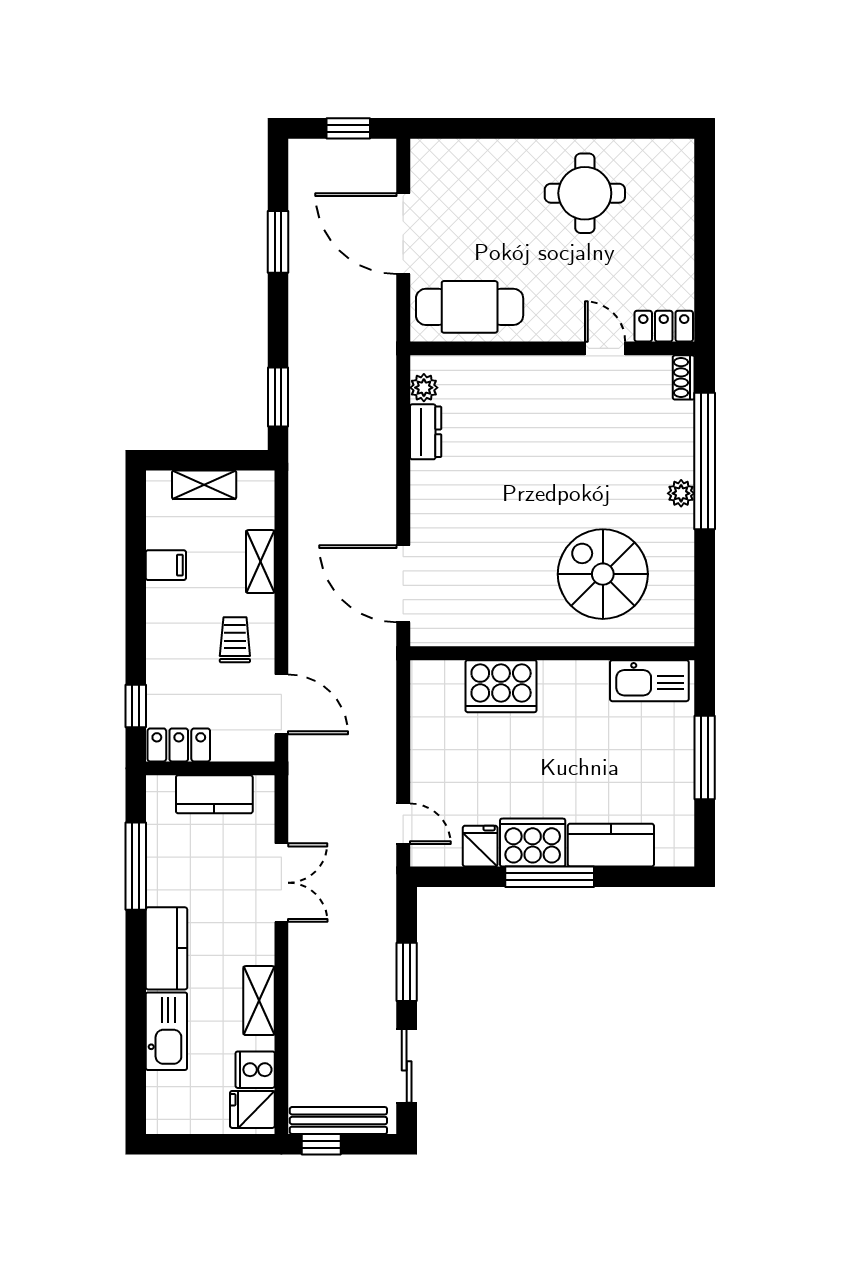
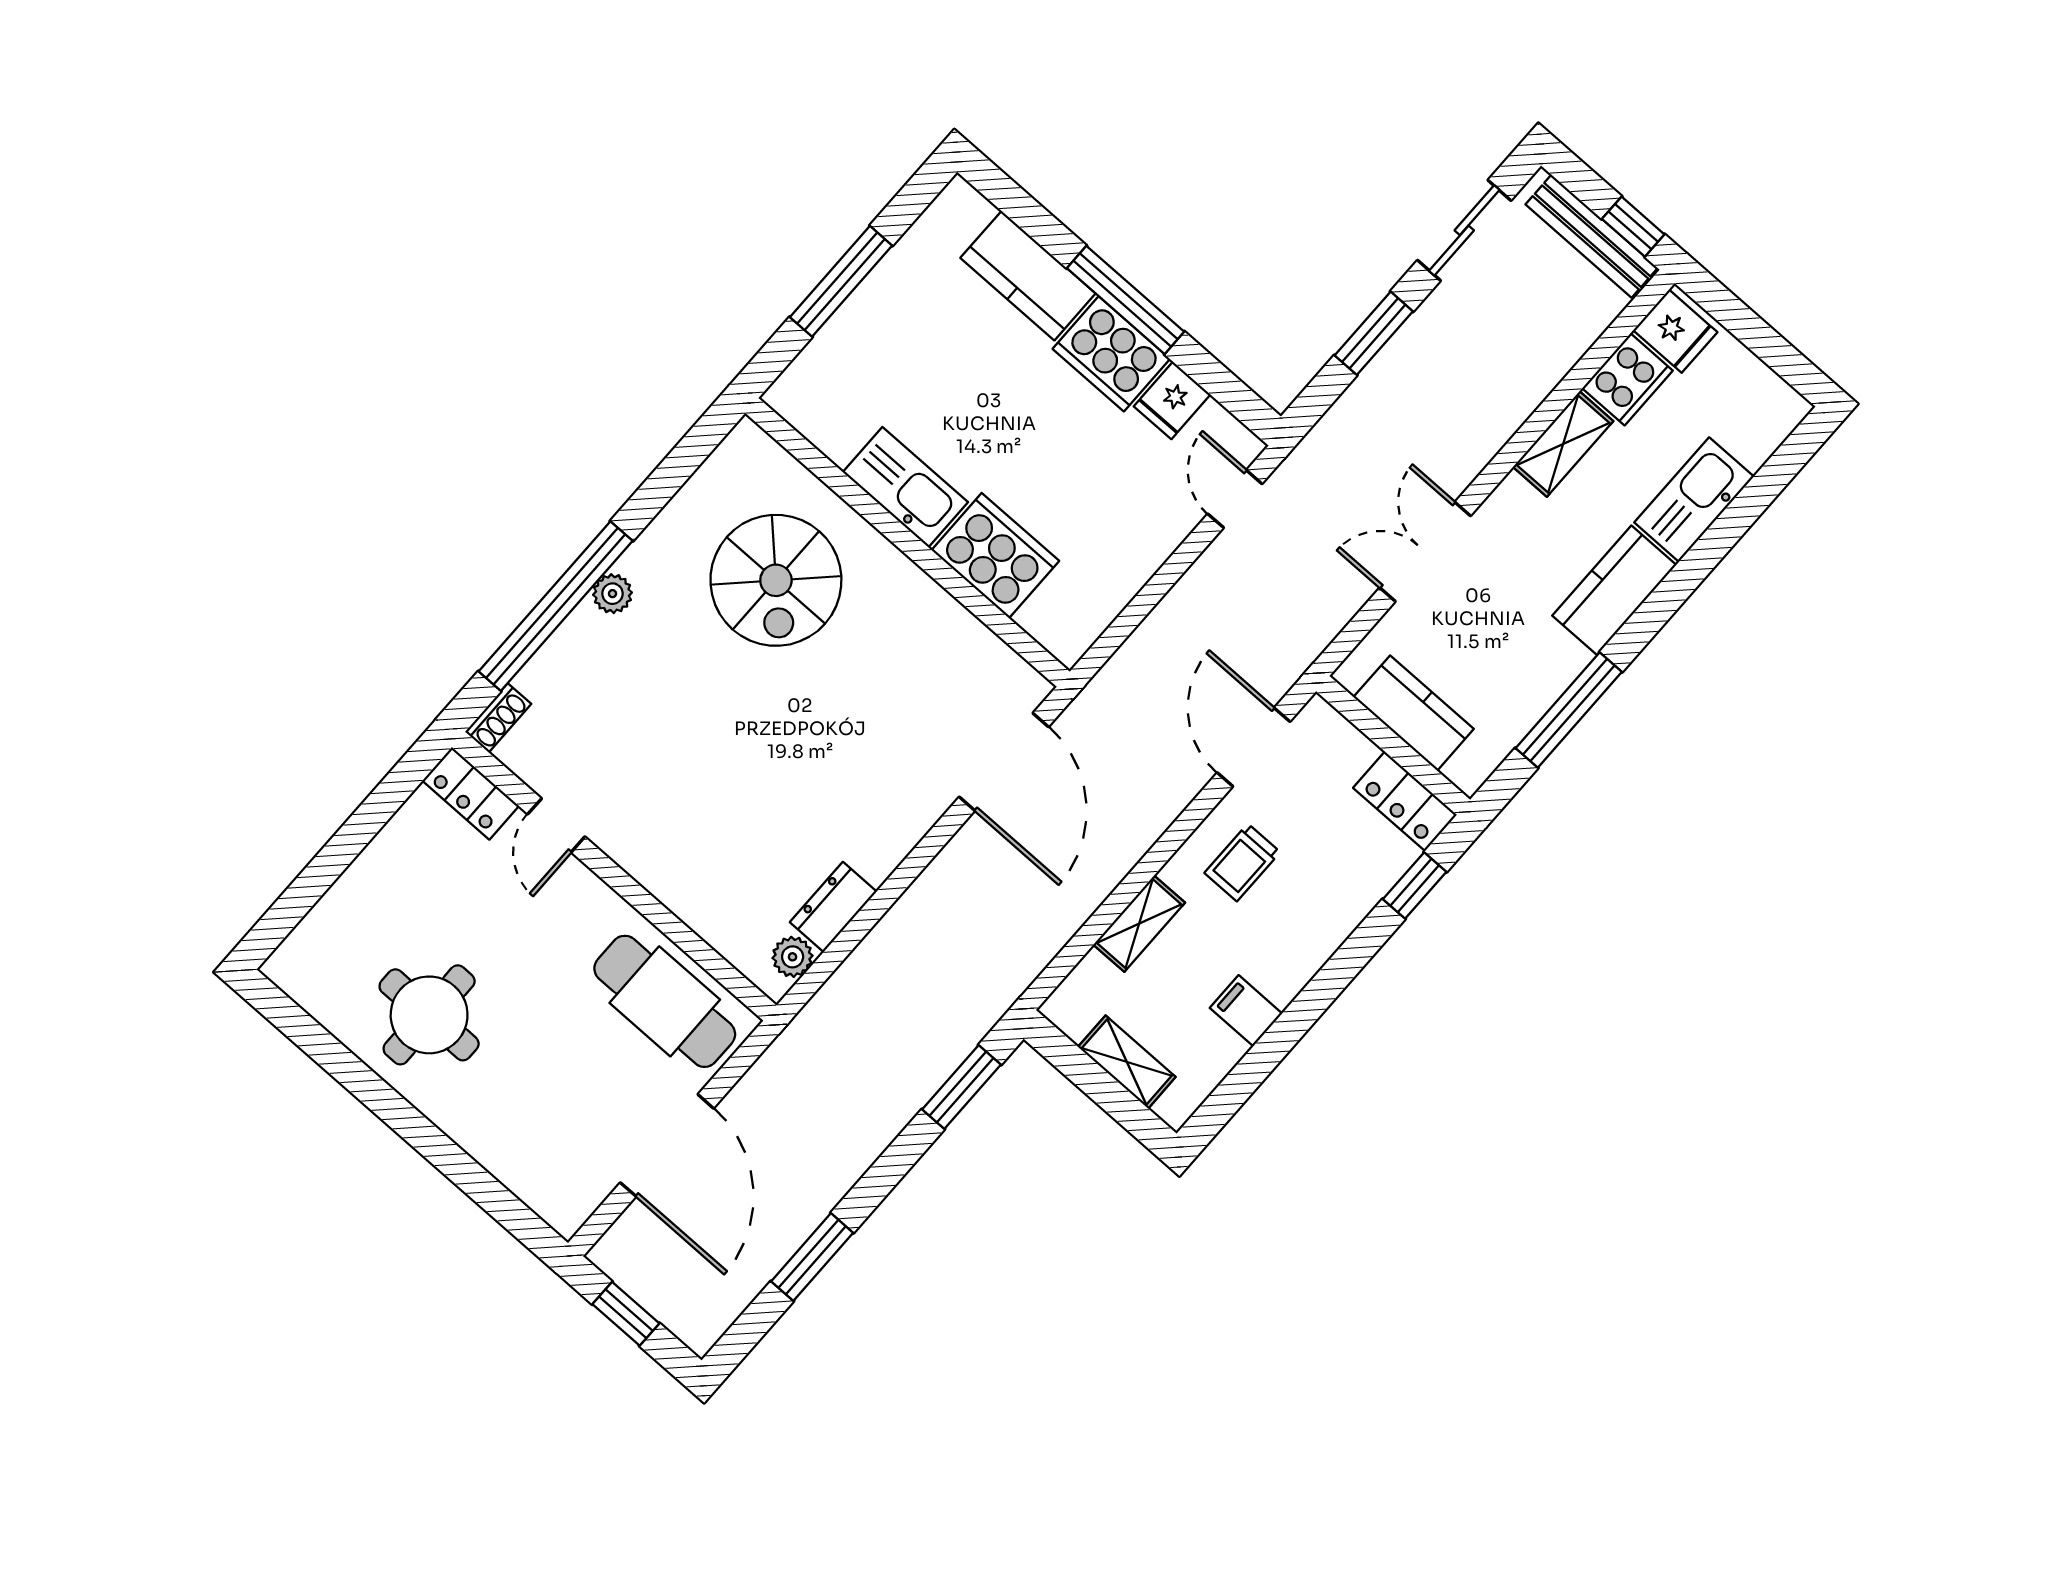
kitchen sink: (649, 681) -> (905, 487), moved
cooker: (255, 1070) -> (1627, 379), width x1.36

